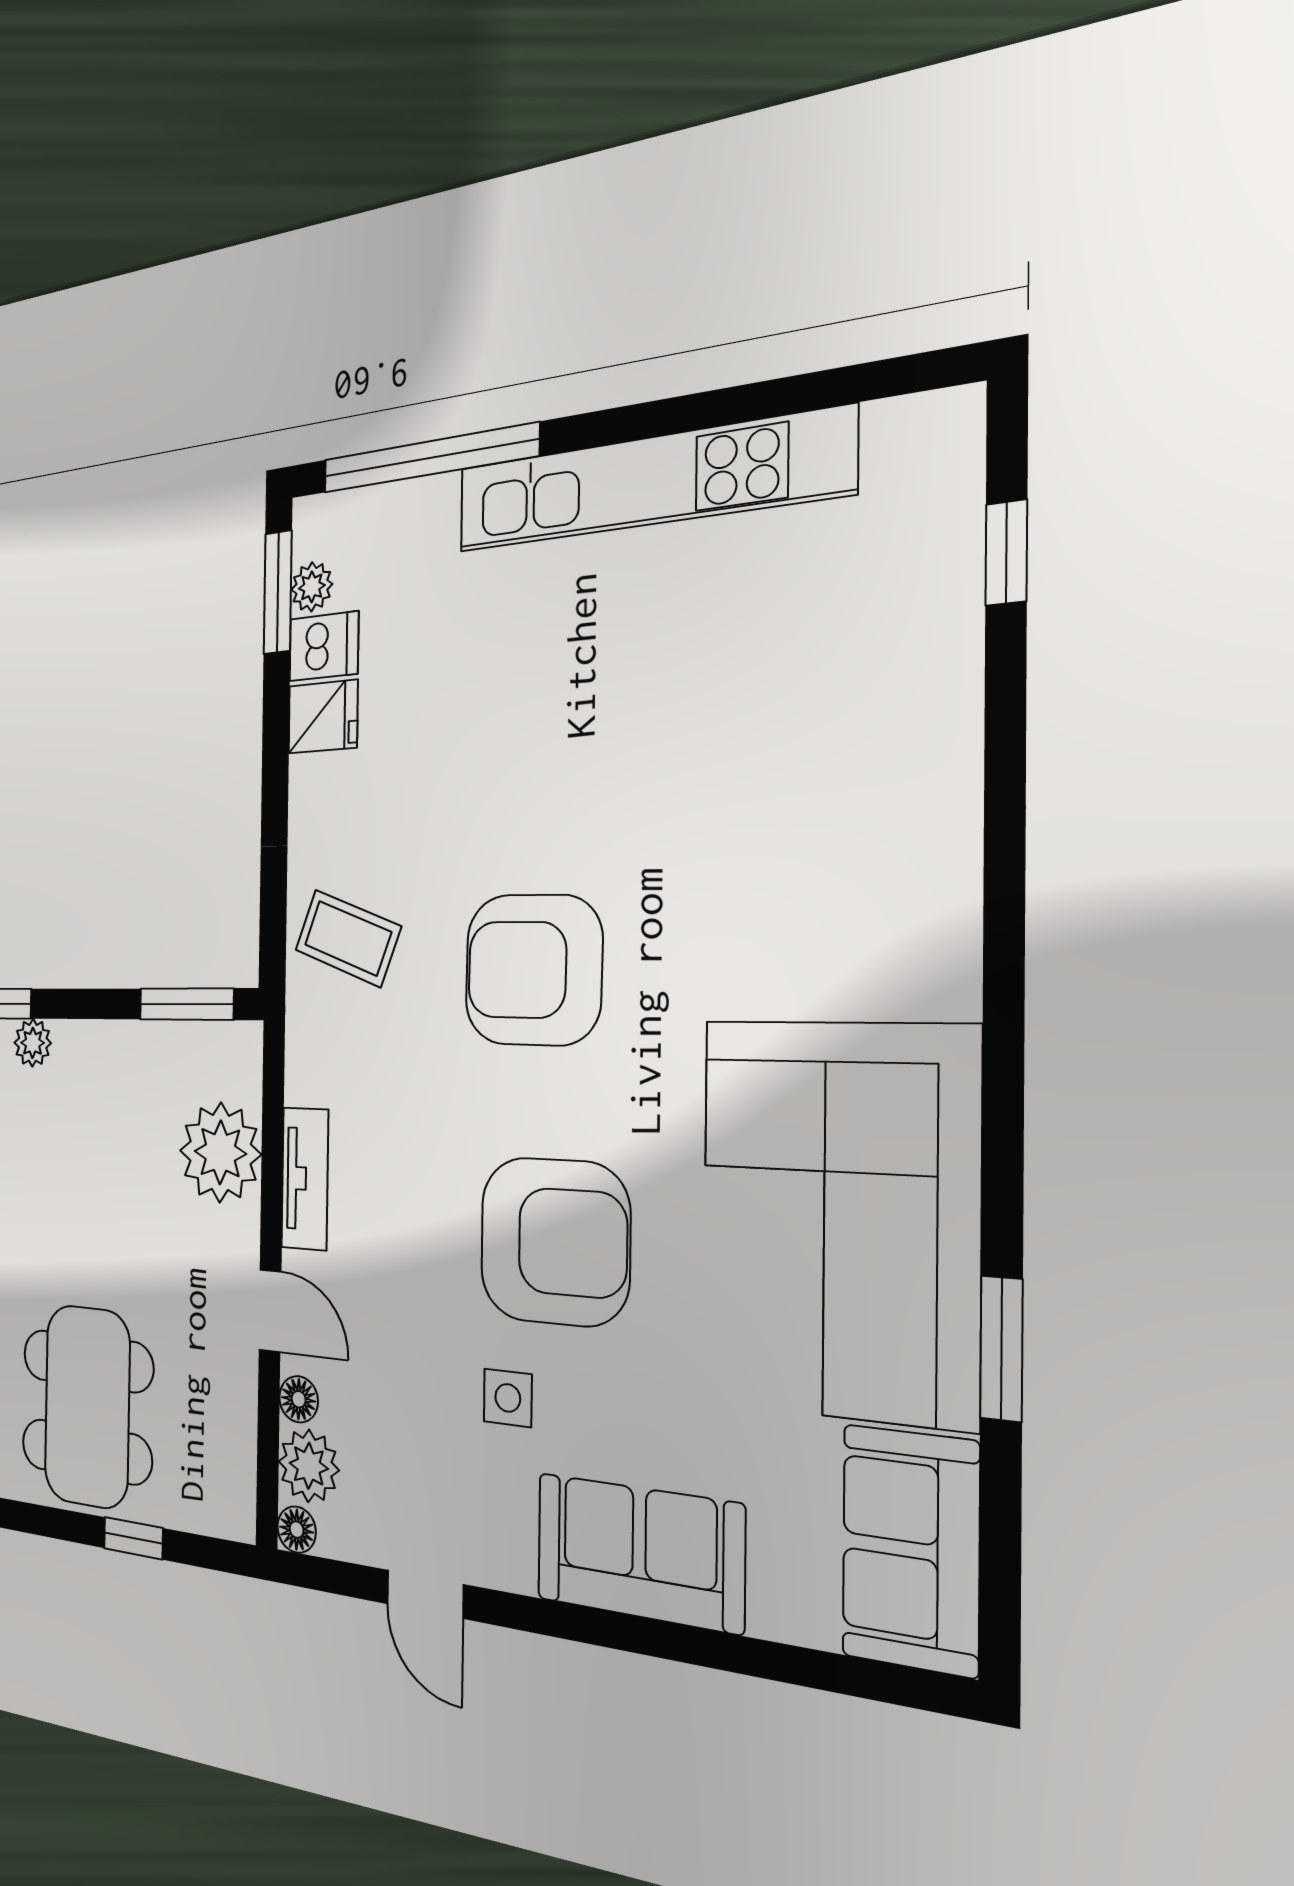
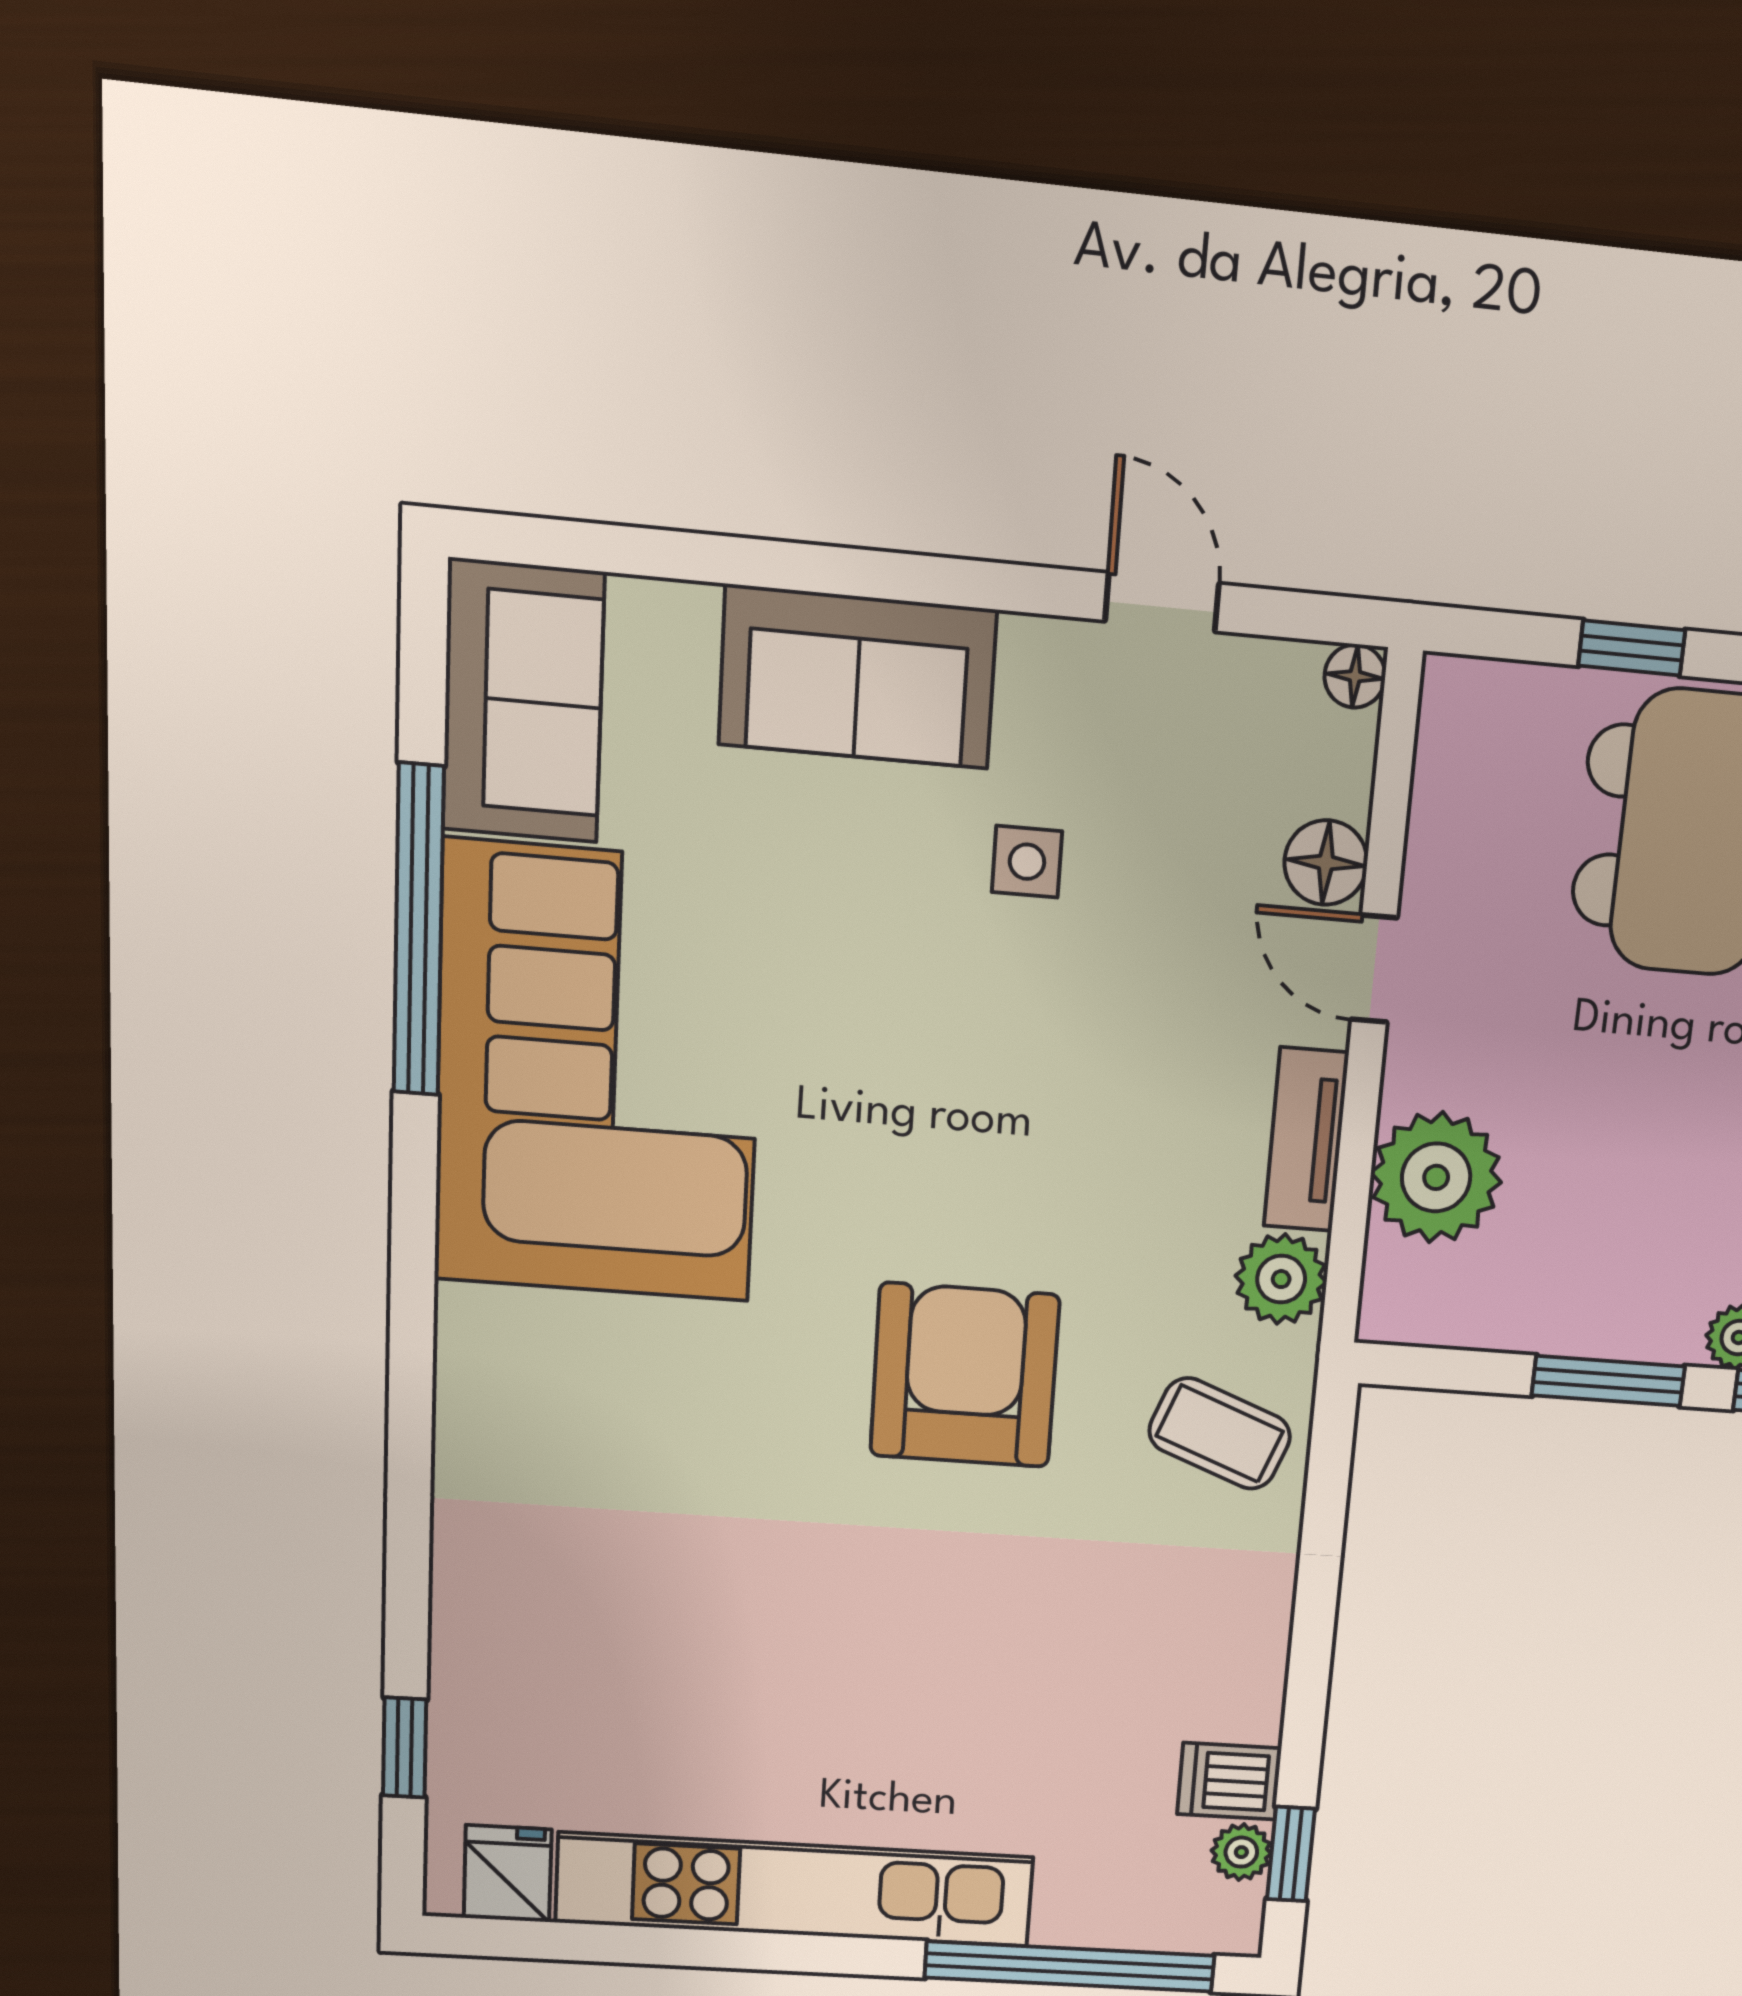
window: (278, 592) -> (1291, 1854), width x0.67
fridge: (323, 717) -> (508, 1874), moved, turned 90
armchair: (533, 970) -> (965, 1375), turned -91
window: (186, 1004) -> (1608, 1381), moved
armchair: (555, 1242) -> (953, 1054), removed
window: (1001, 1349) -> (418, 931), width x2.11
floor lamp: (299, 1399) -> (1326, 863), width x1.37, depth x1.37
plant: (309, 1466) -> (1281, 1279), moved

